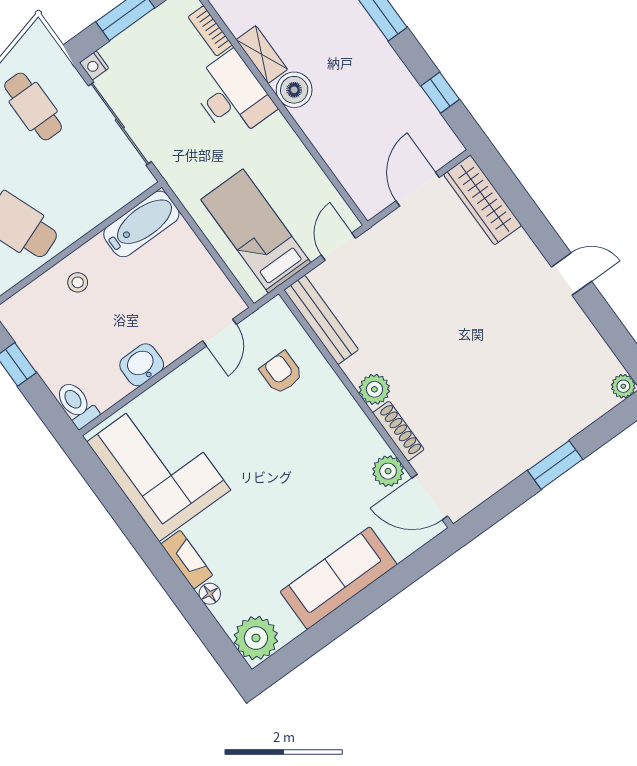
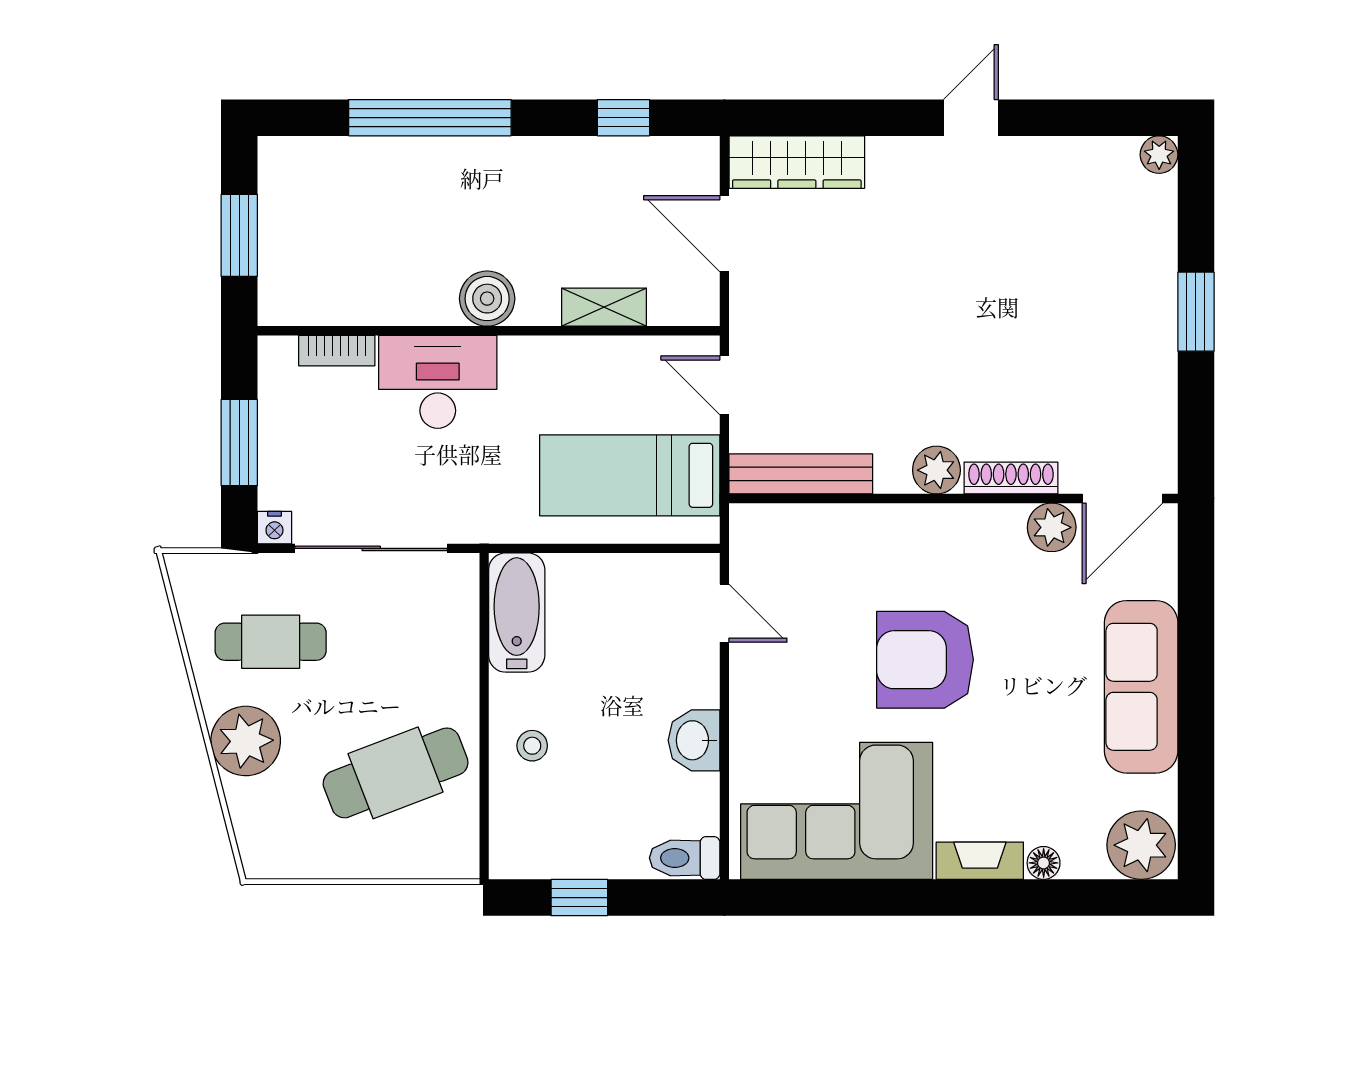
shelving: (262, 55) -> (604, 307), moved
armchair: (281, 373) -> (925, 660), moved, width x1.88, depth x1.88

